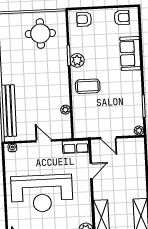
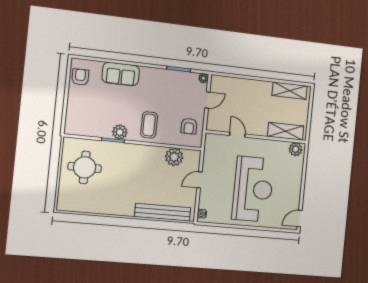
armchair: (84, 19) -> (189, 126), moved
plant: (65, 110) -> (174, 157), width x1.88, depth x1.88
door: (108, 138) -> (207, 100), moved
row of seats: (76, 147) -> (211, 147), removed

